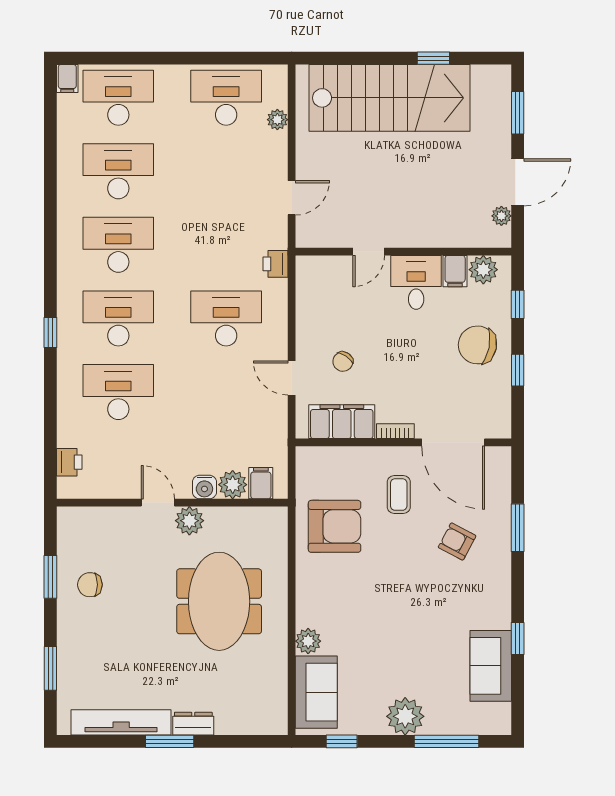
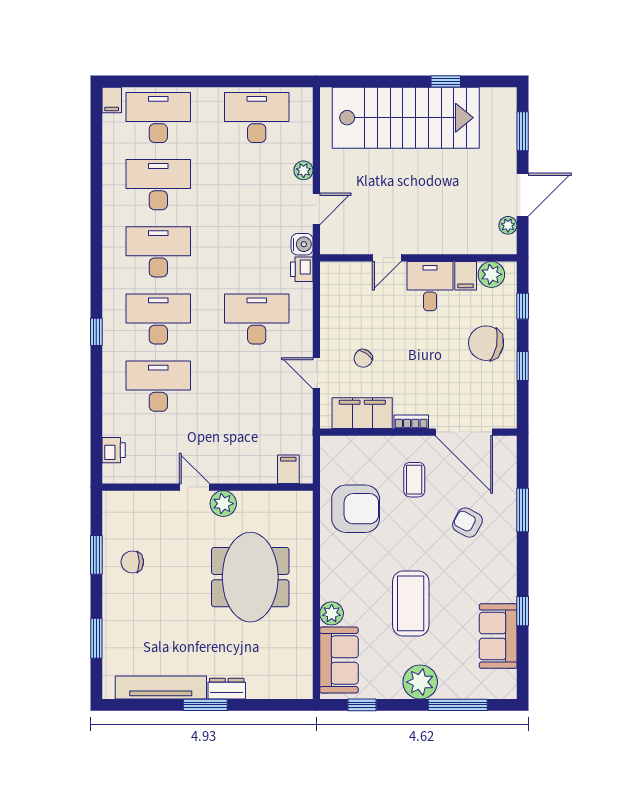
plant: (277, 120) -> (303, 170), moved
plant: (233, 485) -> (263, 471), removed
water cooler: (204, 487) -> (302, 244), moved, turned -90
coffee table: (395, 630) -> (411, 603), added

